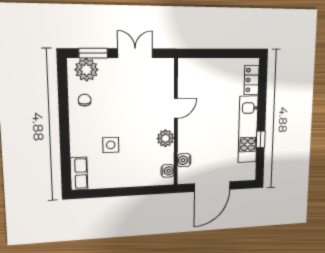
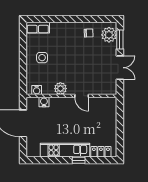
window: (261, 139) -> (79, 160), moved
side table: (111, 145) -> (42, 58), moved

